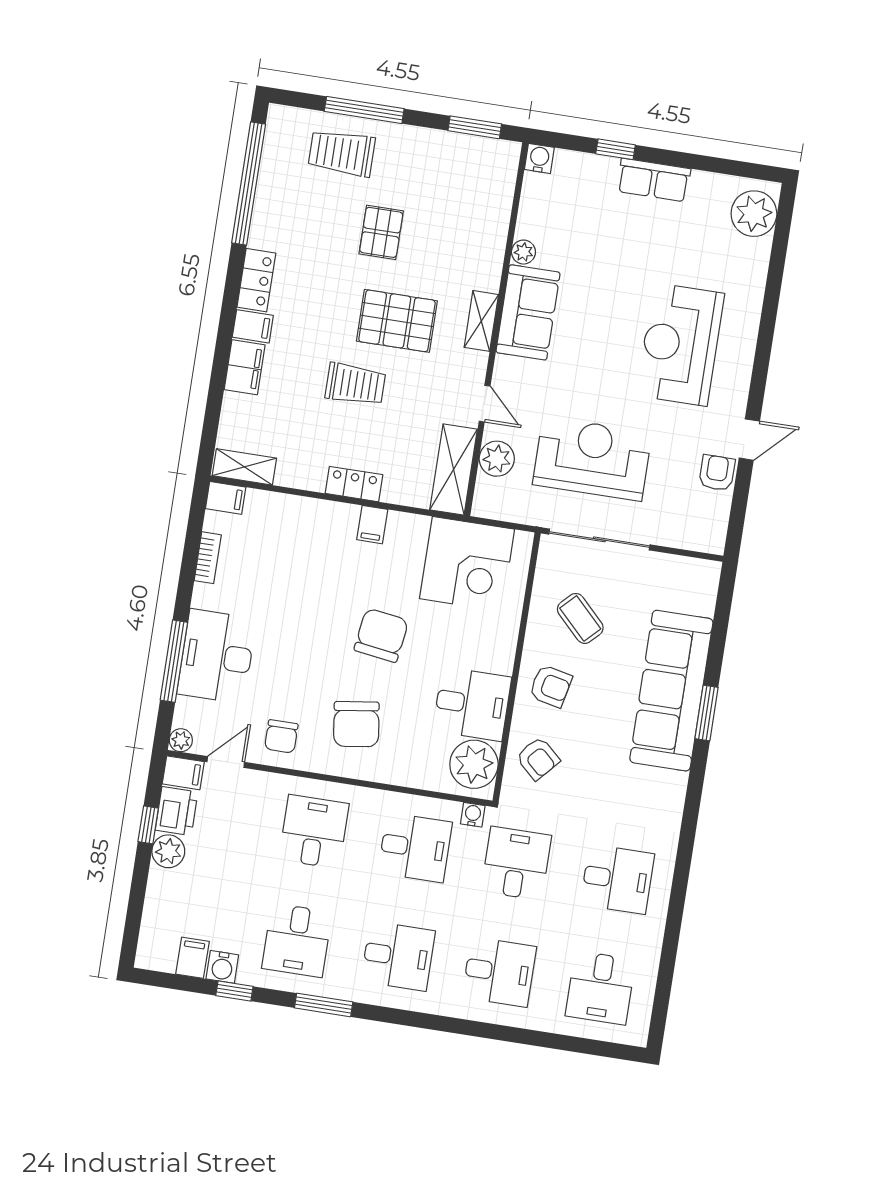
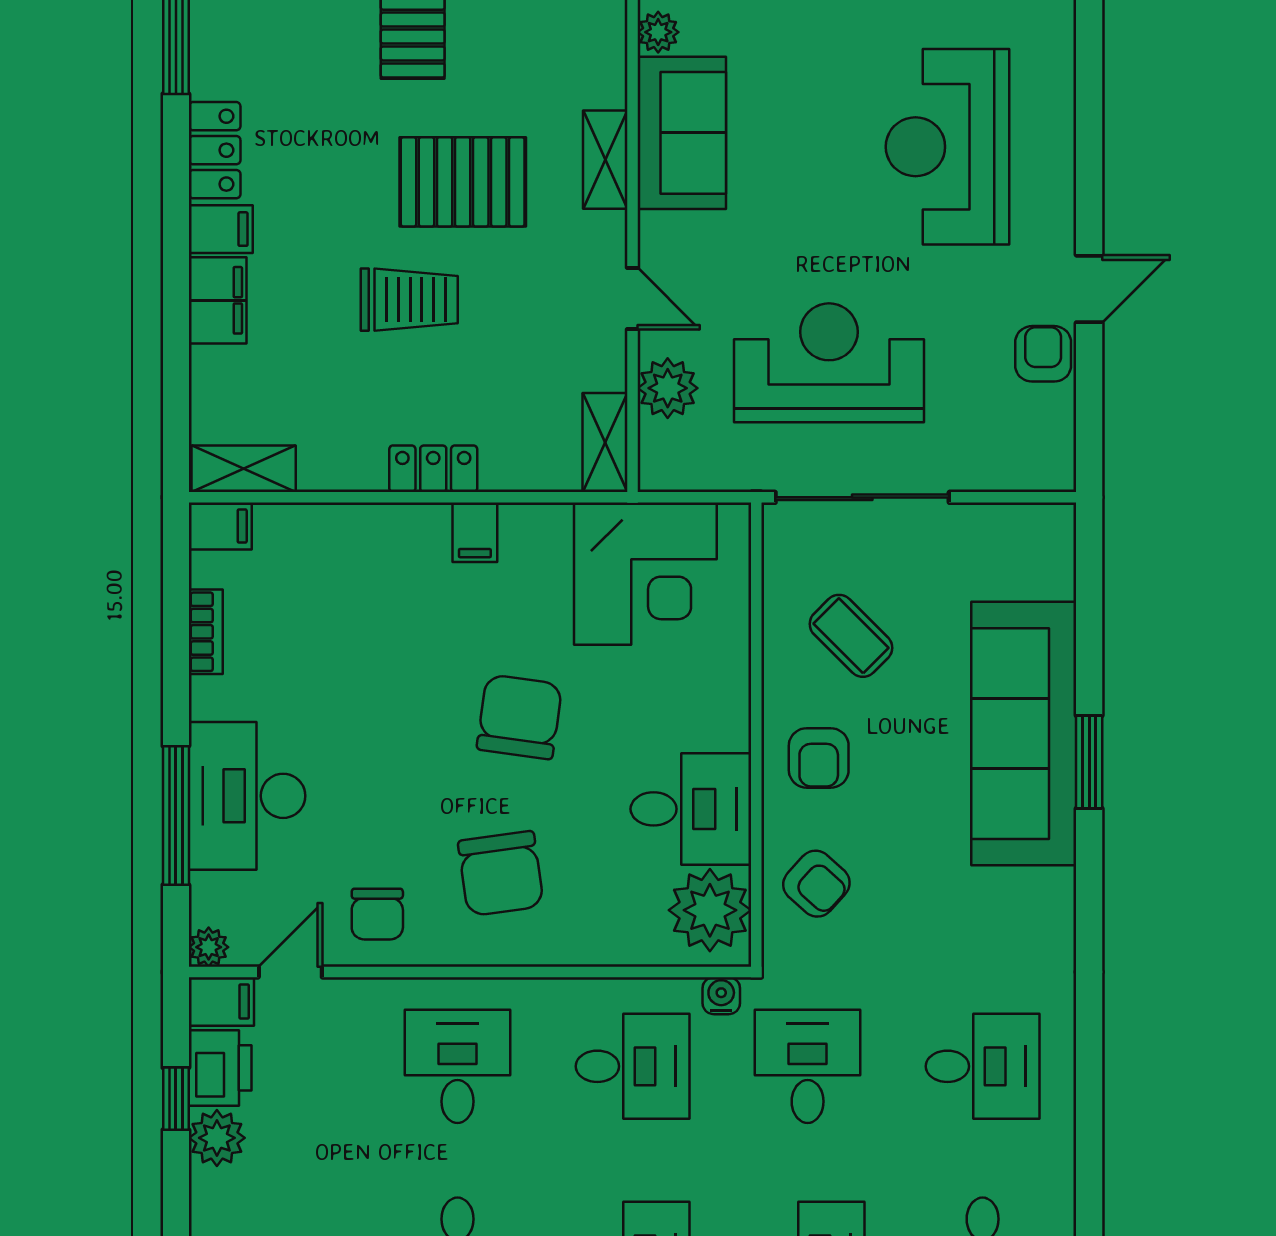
shelving: (454, 469) -> (605, 443), width x0.67, depth x0.75
armchair: (551, 686) -> (819, 758), turned 78

